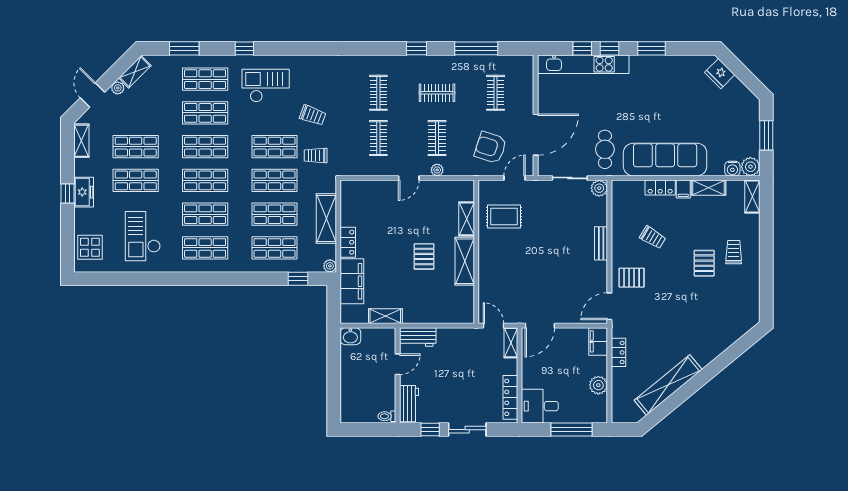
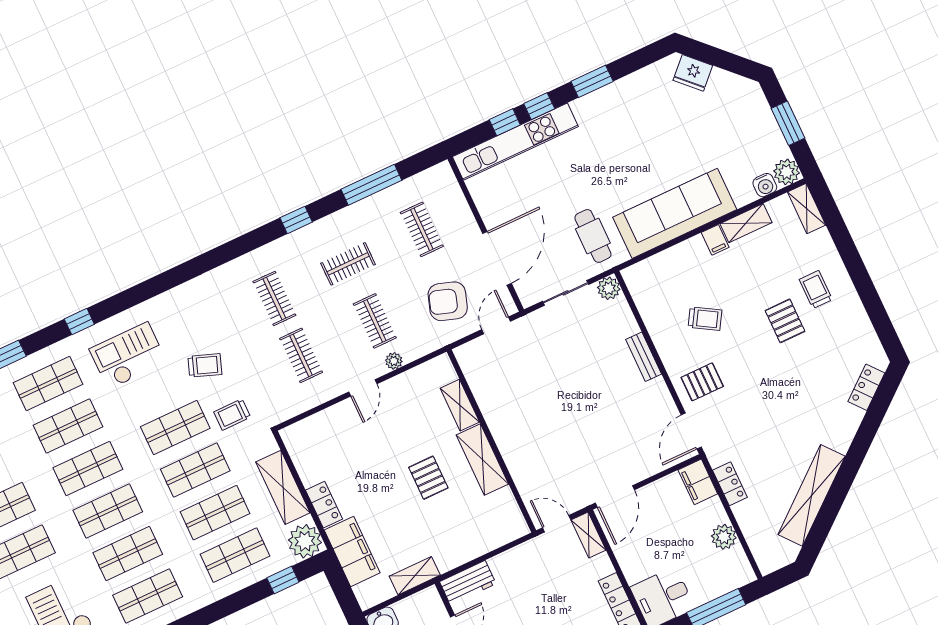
locker: (660, 187) -> (866, 387), moved, turned 141
rug: (504, 216) -> (505, 380), removed
plant: (330, 266) -> (305, 541), width x1.87, depth x1.87

